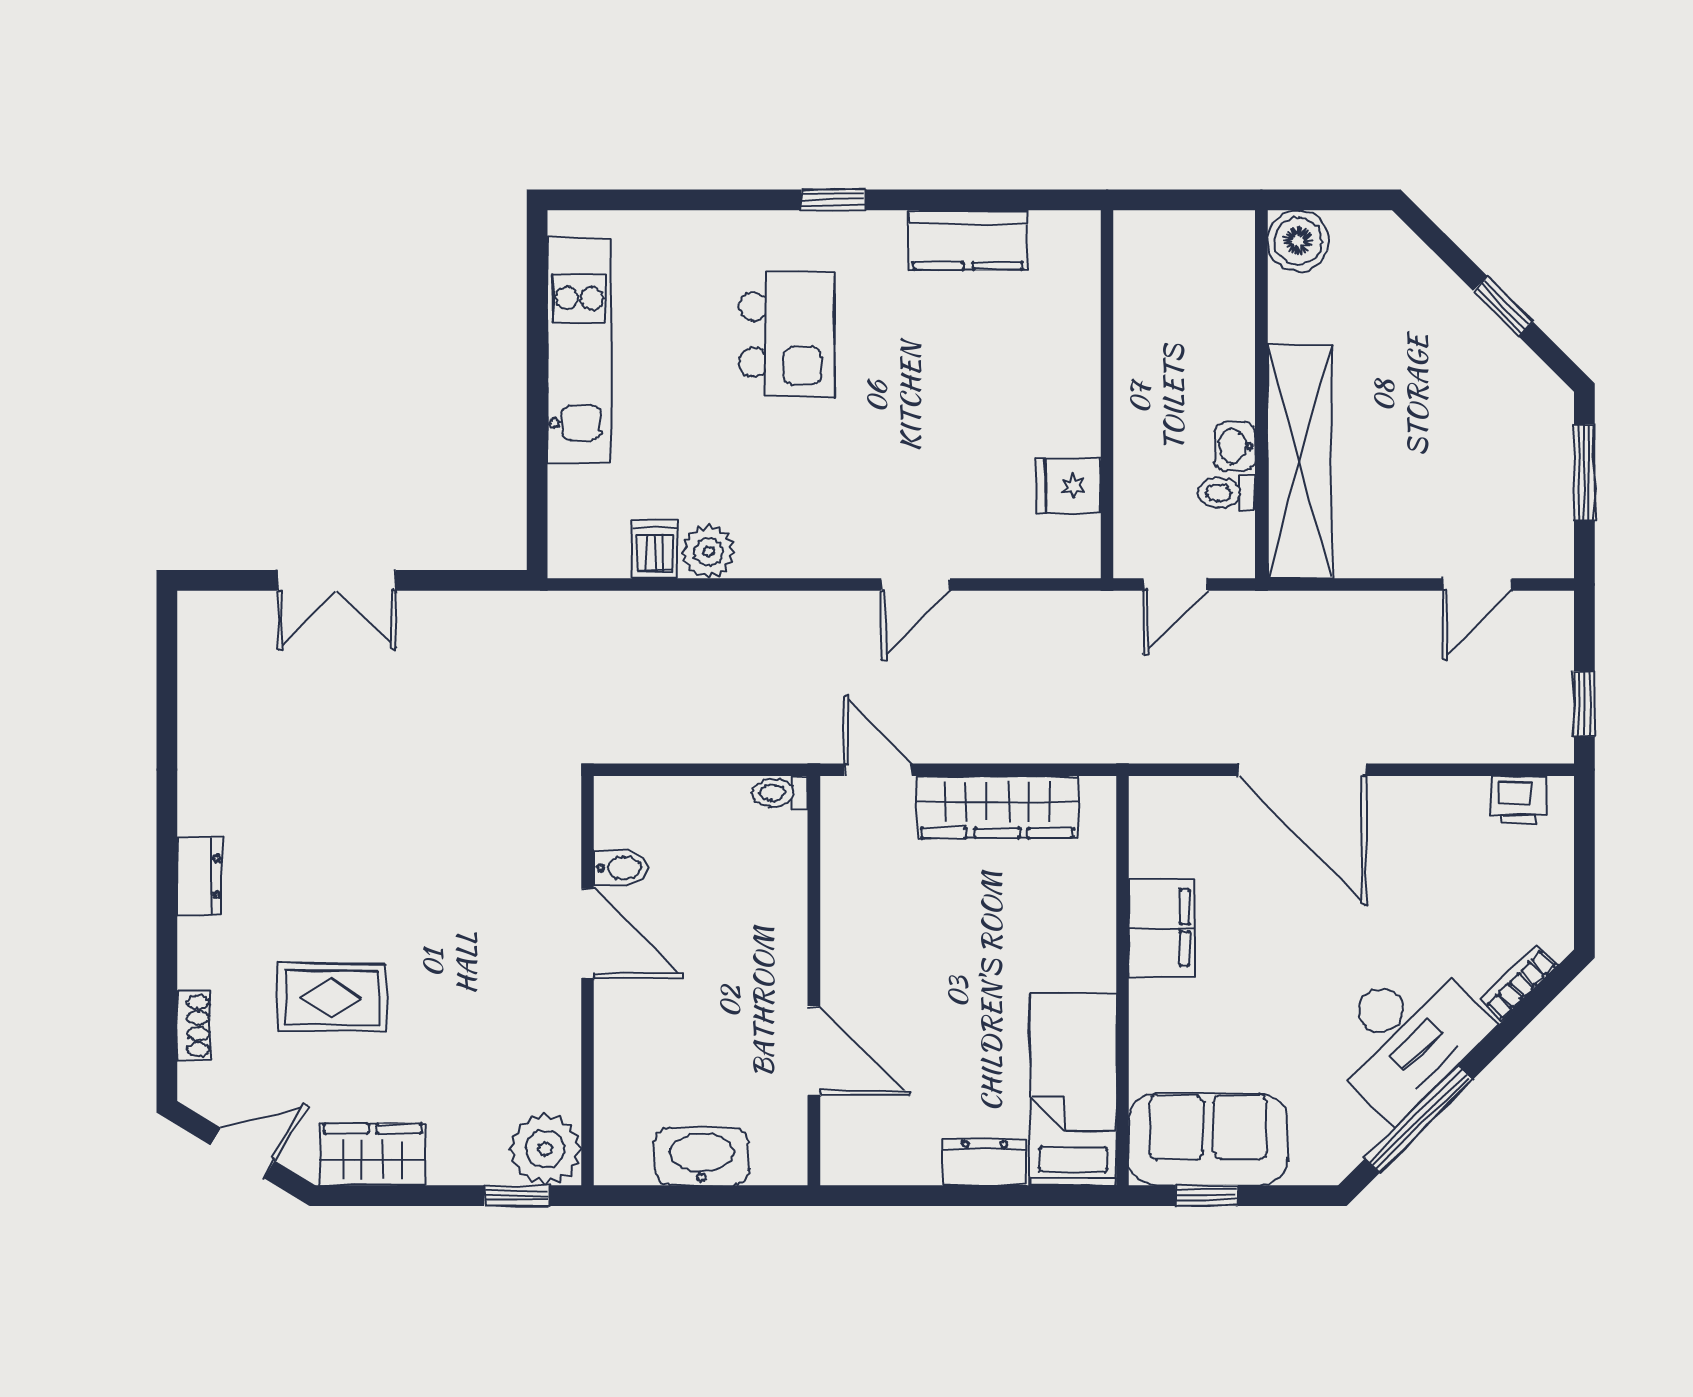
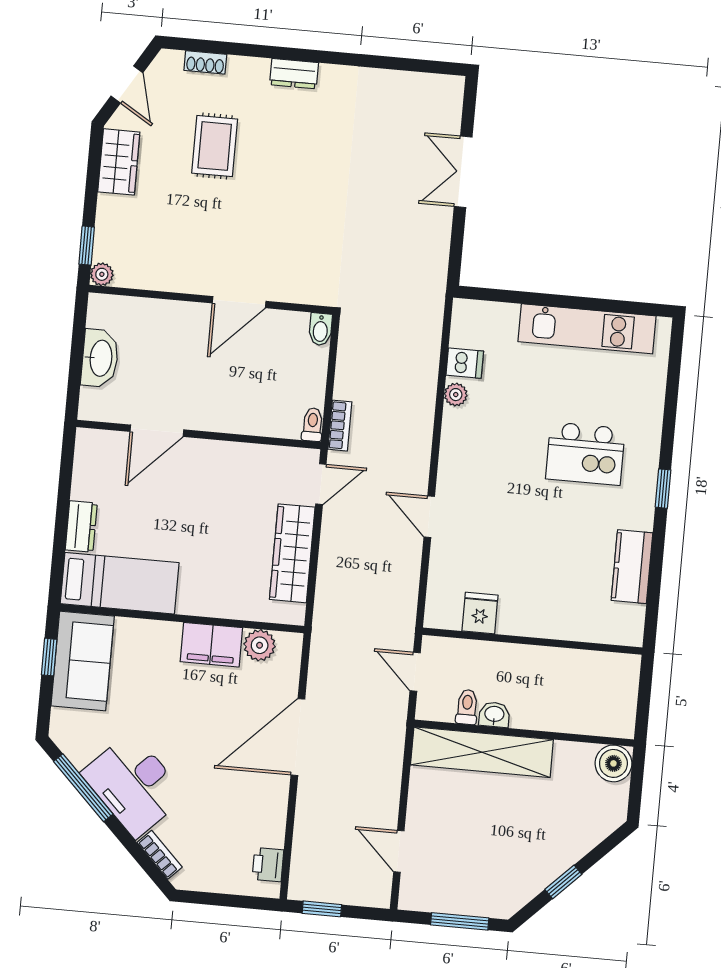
plant: (708, 552) -> (456, 395), width x0.73, depth x0.73
bookcase: (778, 747) -> (340, 426), added
plant: (1155, 847) -> (260, 645), added
bidet: (620, 868) -> (320, 329), moved
plant: (545, 1149) -> (102, 274), width x0.53, depth x0.53

